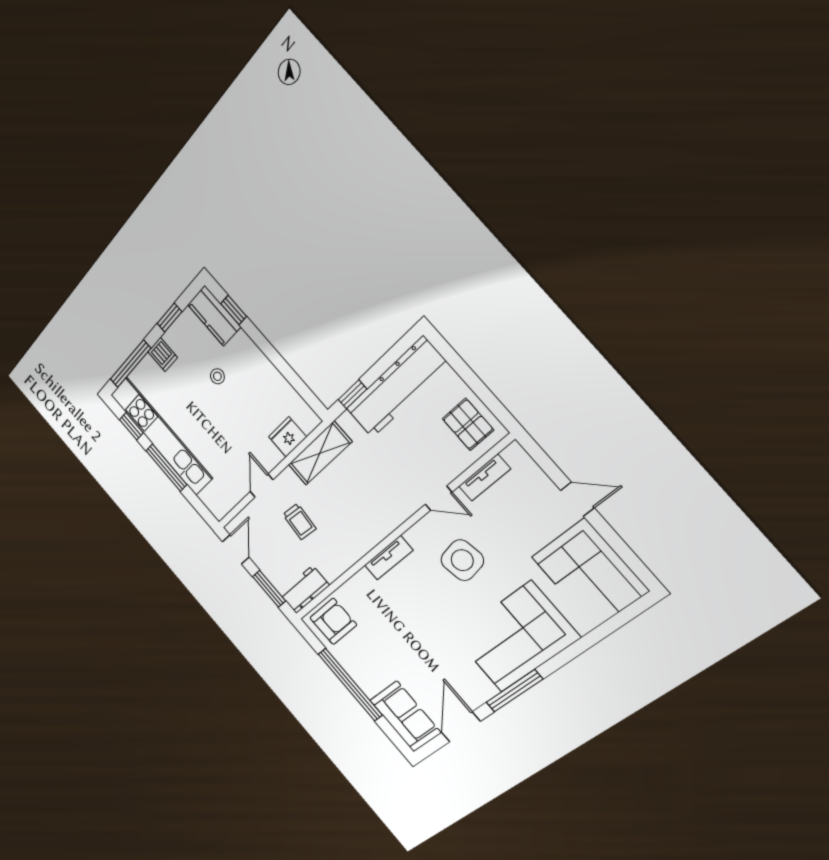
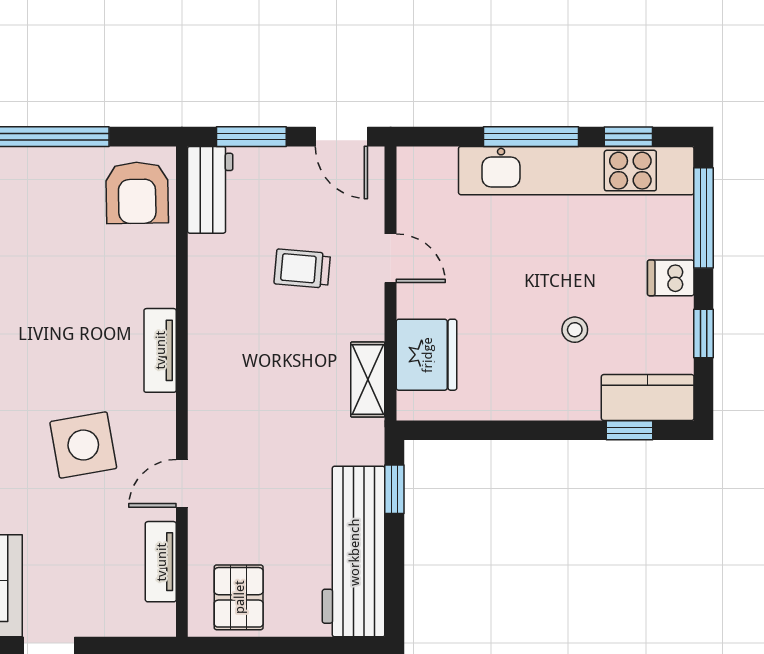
pallet: (468, 424) -> (239, 597), turned 90
fridge: (287, 437) -> (427, 355), width x1.36, depth x1.34
shelving: (320, 453) -> (368, 380), width x0.67, depth x0.75

